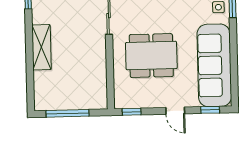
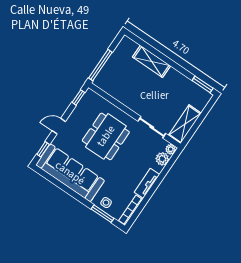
shelving: (41, 47) -> (151, 61), moved
window: (67, 113) -> (100, 65), moved

